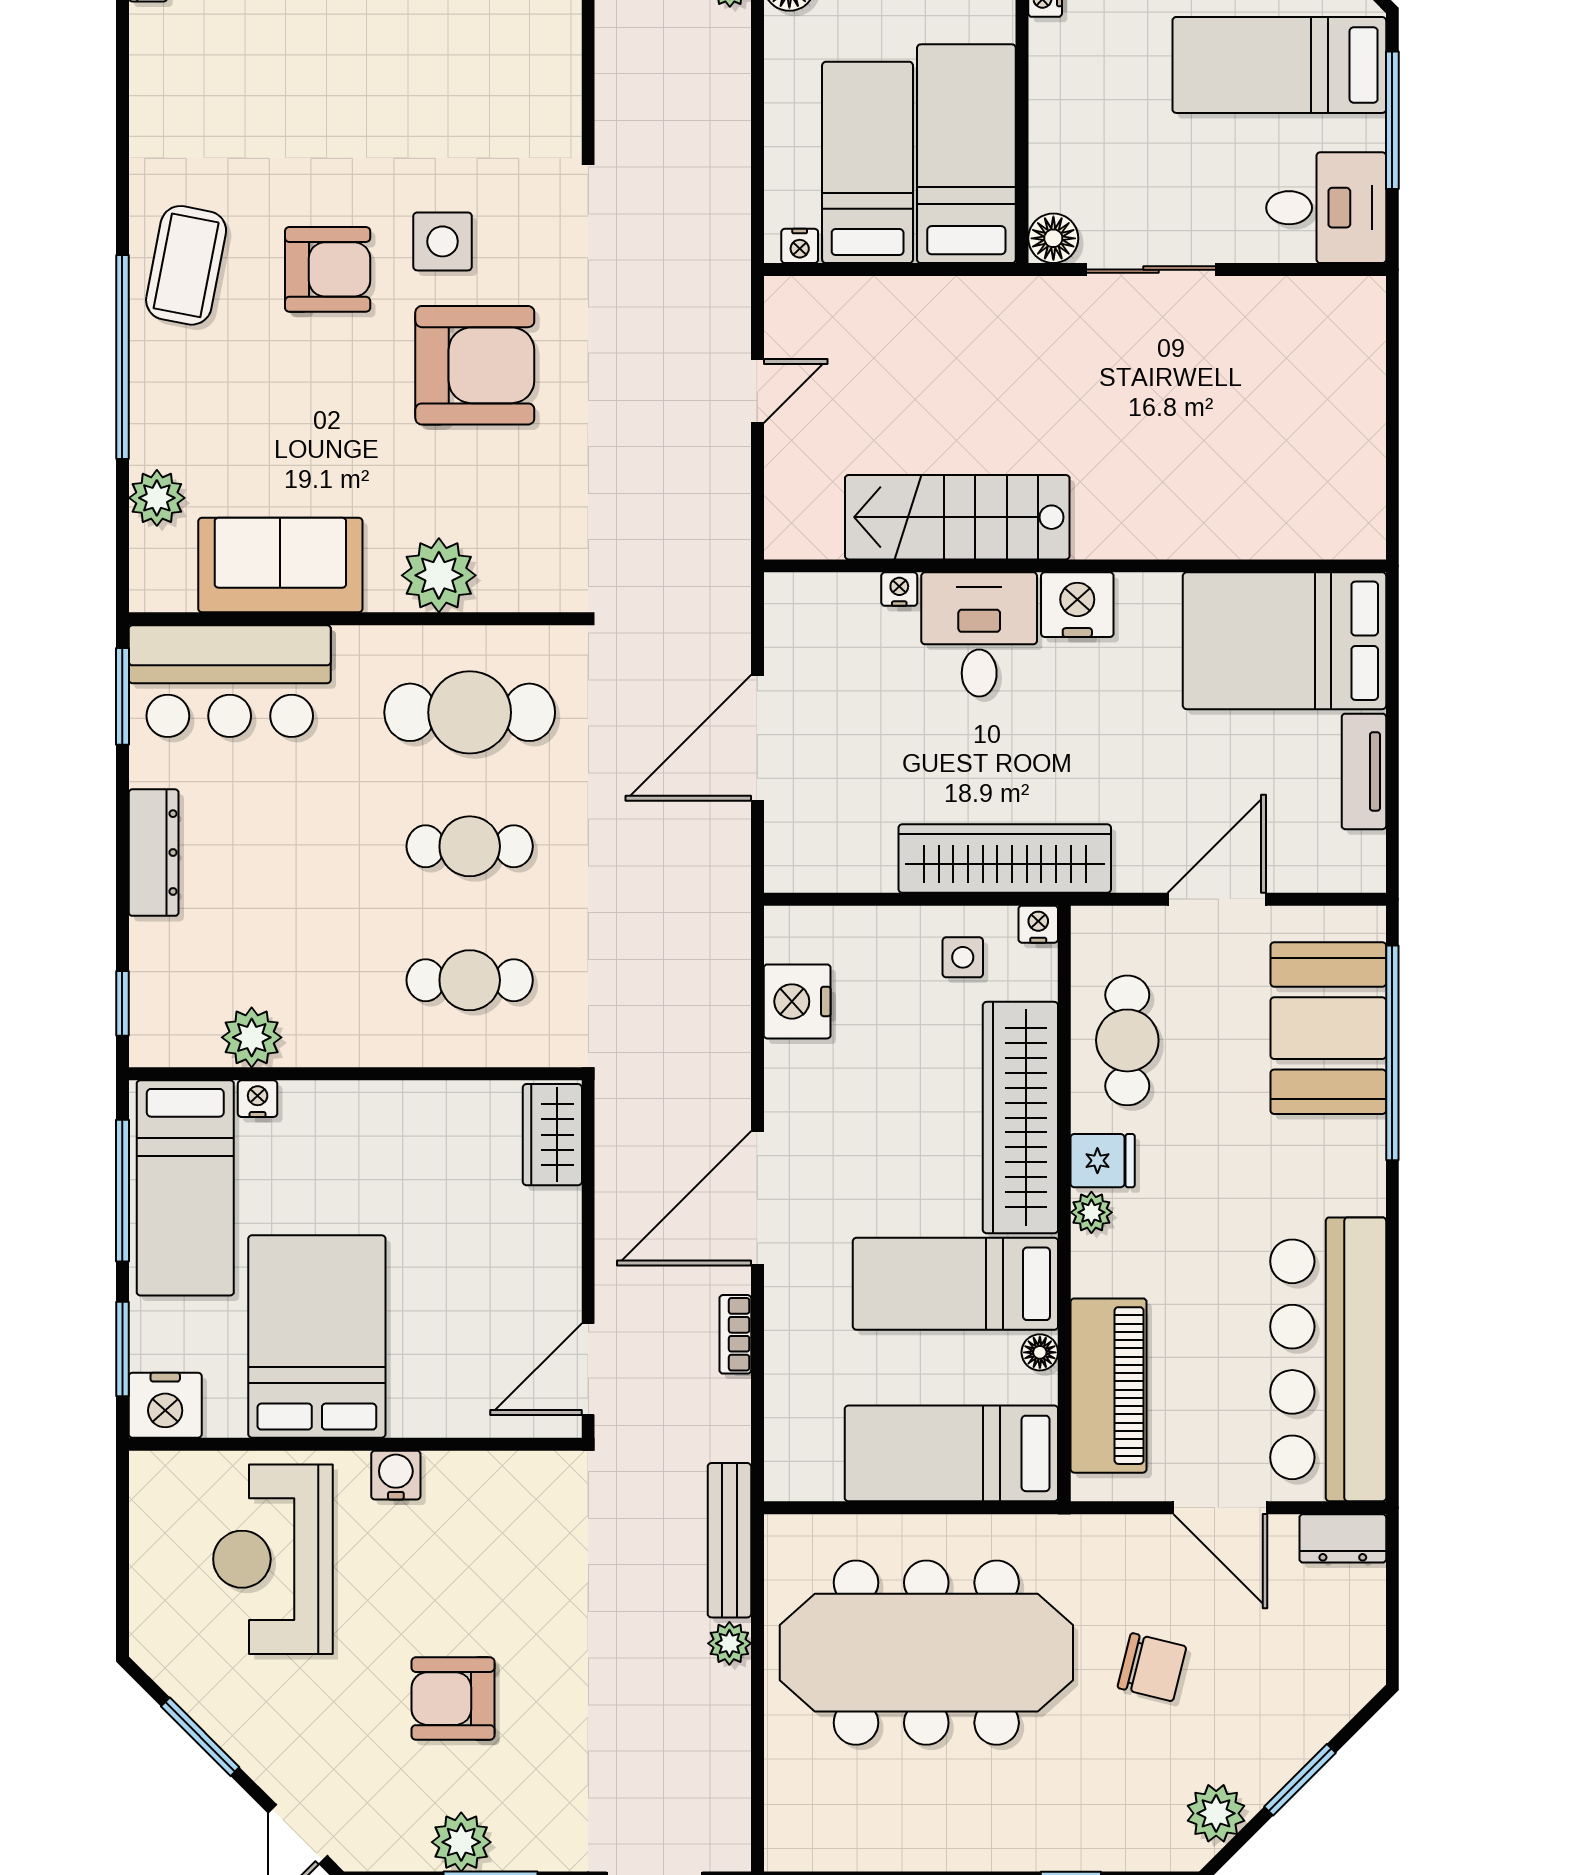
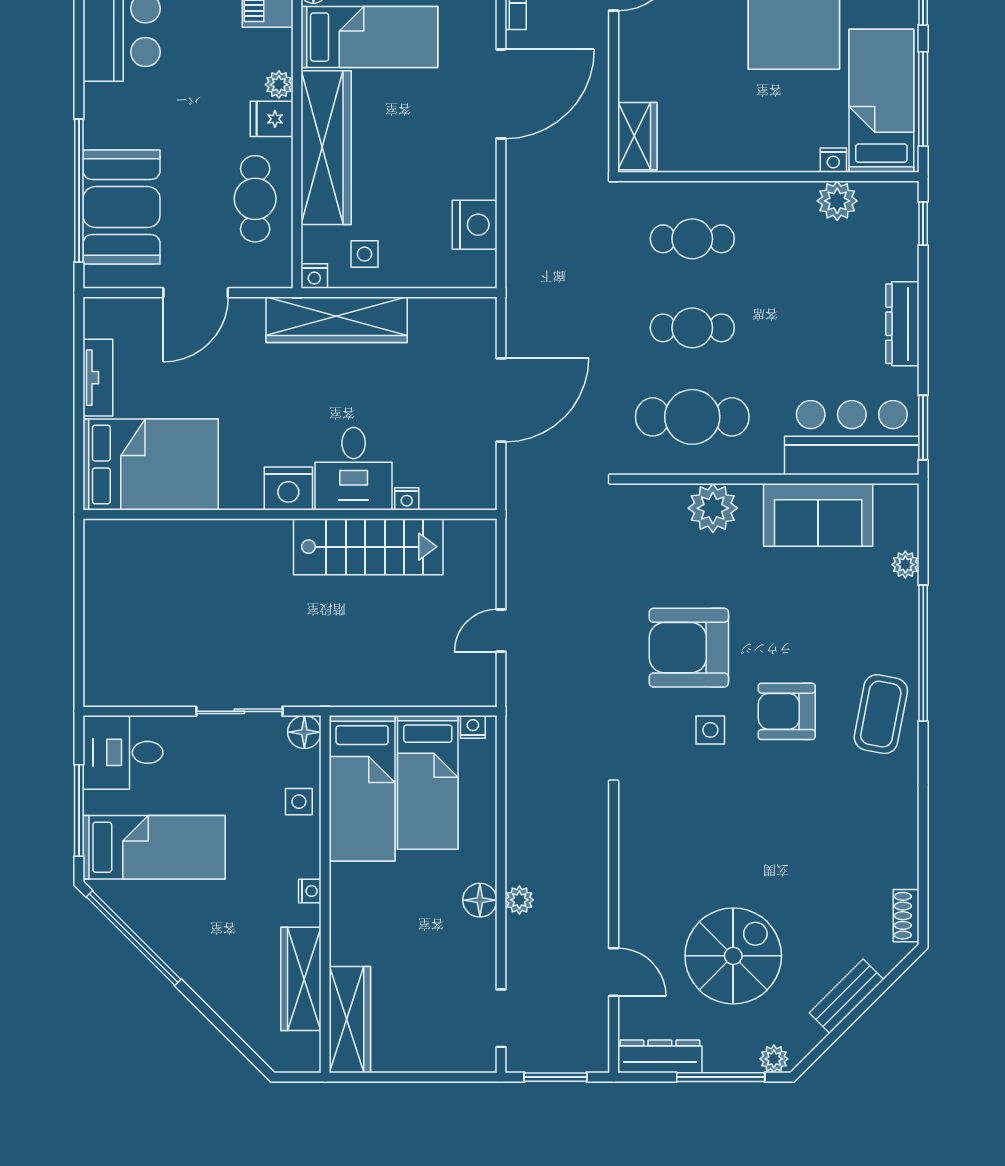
side table: (1061, 134) -> (299, 802), added
side table: (443, 241) -> (710, 730), width x0.73, depth x0.73
plant: (157, 498) -> (905, 565), width x0.73, depth x0.73

